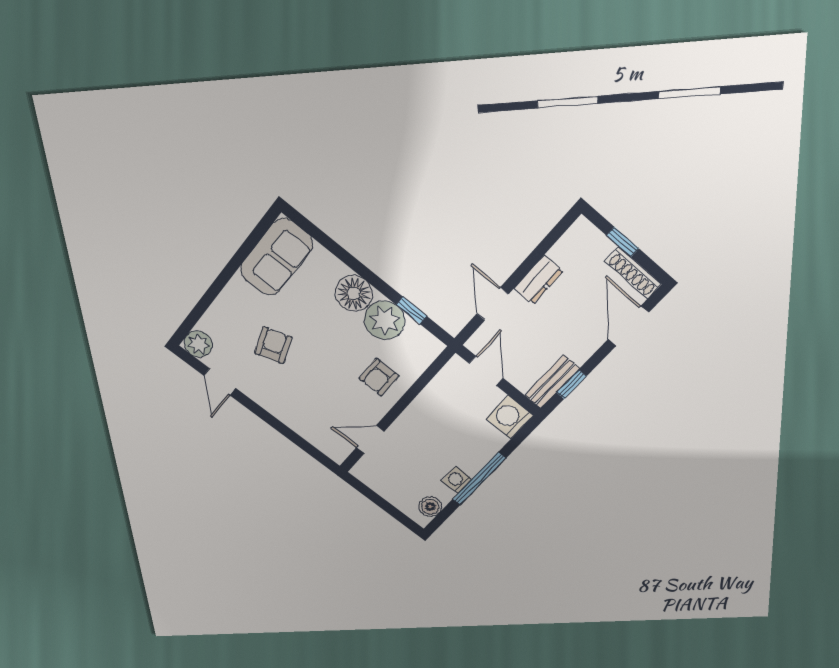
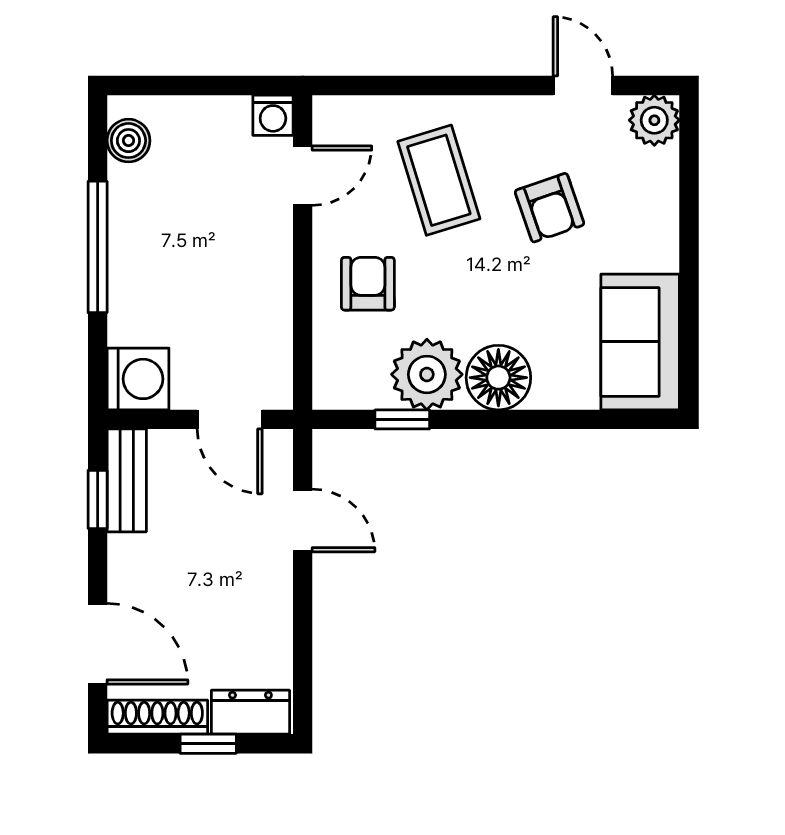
dresser: (539, 280) -> (250, 712), moved, turned 90
coffee table: (313, 393) -> (439, 180), added
washing machine: (457, 480) -> (273, 115), moved, turned 90

